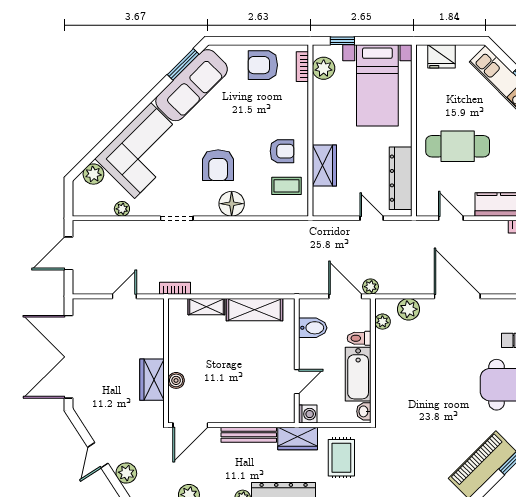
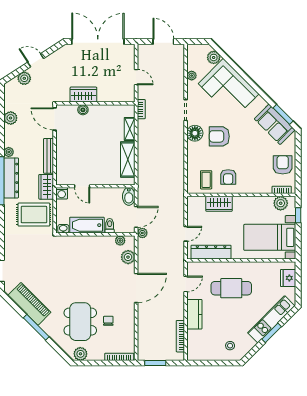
sofa: (192, 85) -> (275, 124), width x0.73
cafe table: (458, 146) -> (231, 288), turned 90
floor lamp: (232, 204) -> (195, 133), moved
bidet: (313, 328) -> (129, 196), moved
rug: (341, 458) -> (34, 215), width x1.36, depth x1.43

